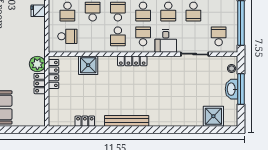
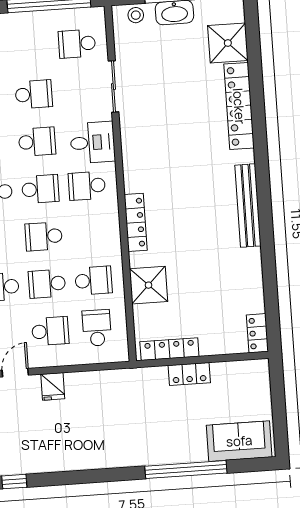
school desk: (118, 36) -> (93, 280), moved
locker: (132, 61) -> (136, 222), moved
plant: (37, 64) -> (153, 381), removed
locker: (180, 120) -> (239, 106), added
locker: (85, 121) -> (257, 333), moved

